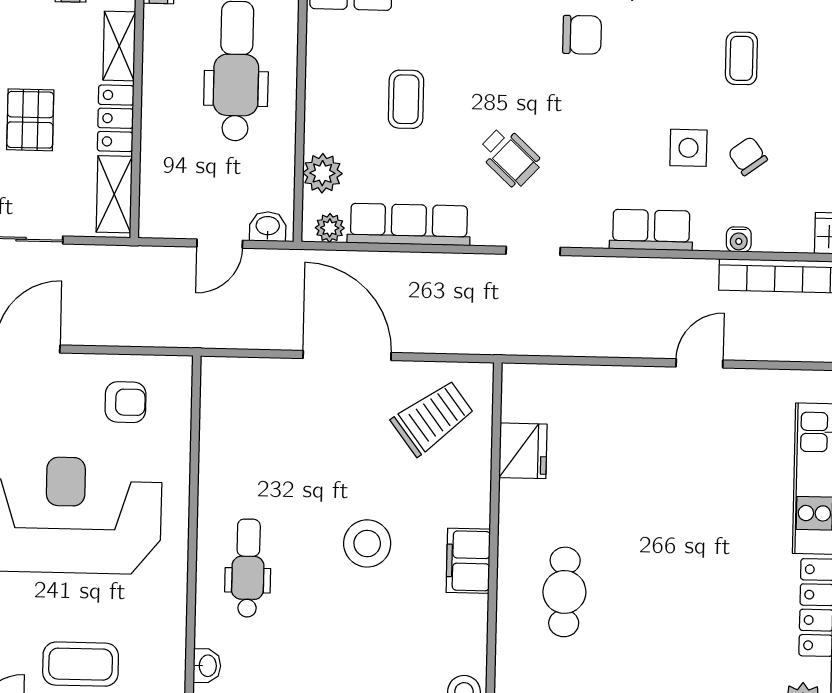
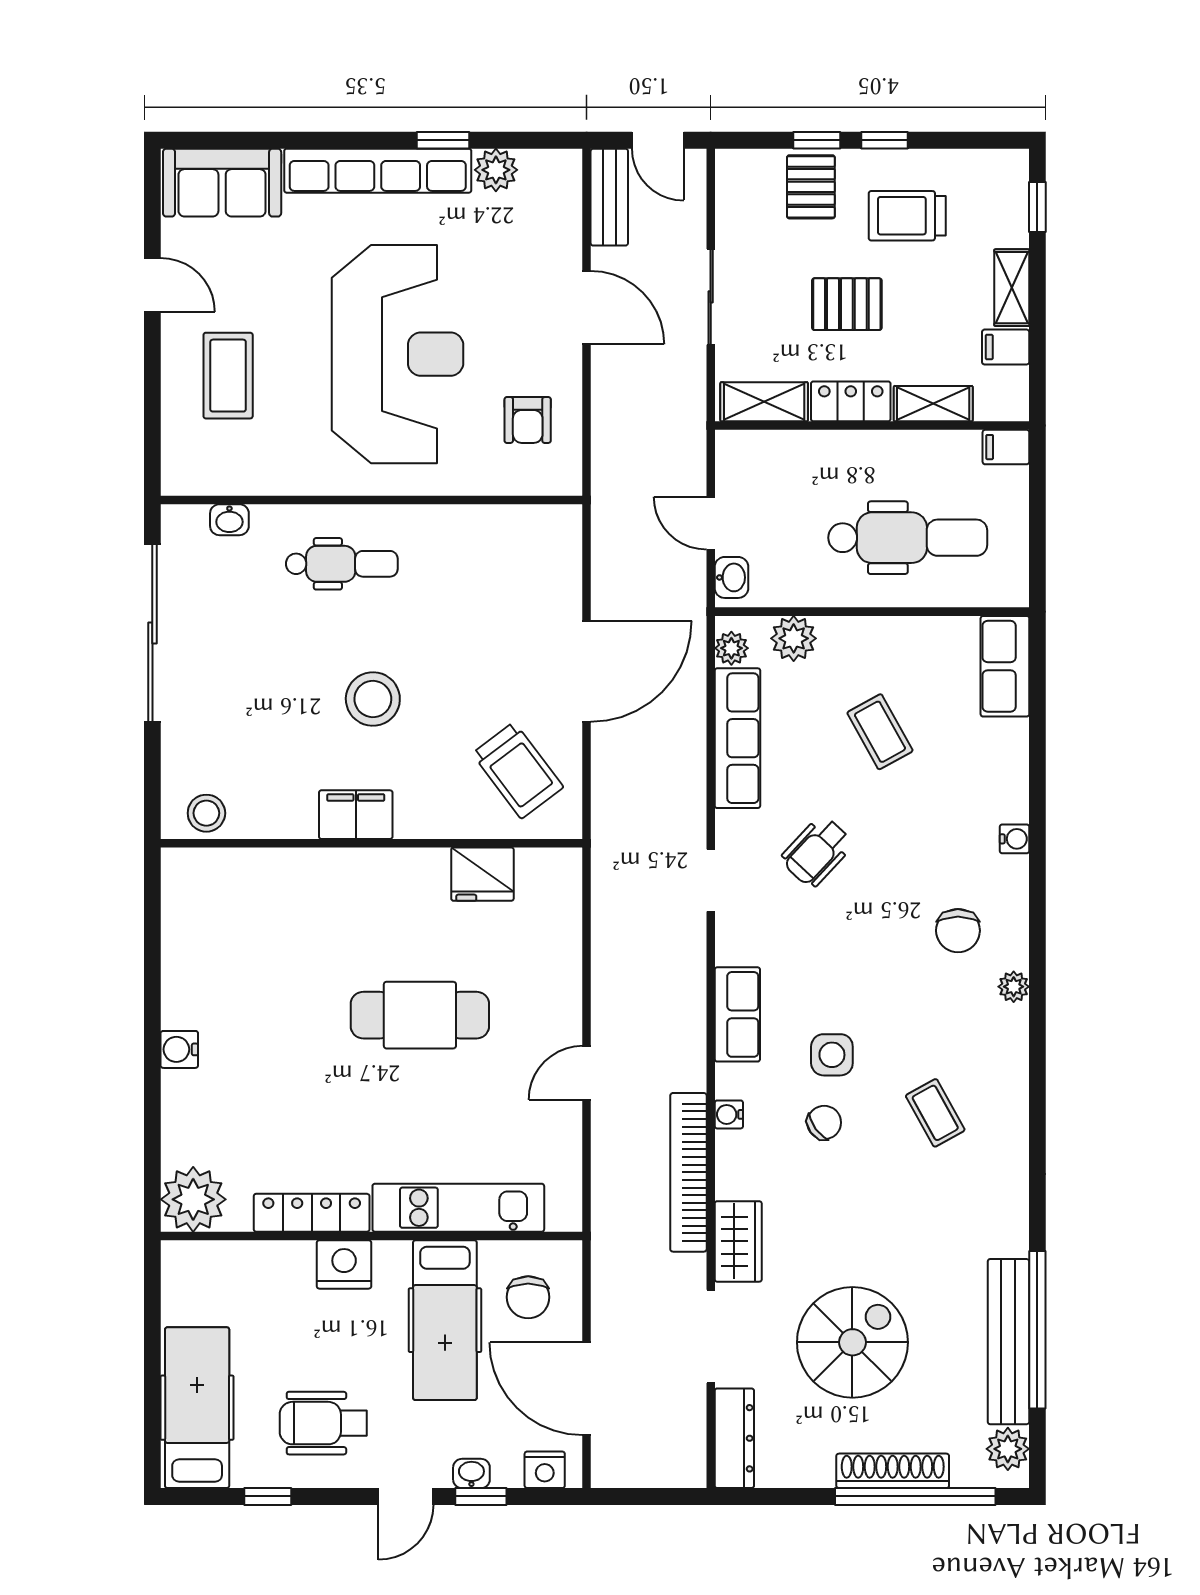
coffee table: (741, 58) -> (935, 1113), turned 61
coffee table: (406, 99) -> (880, 732), turned 61
door: (699, 363) -> (587, 1073), swing flipped
cafe table: (564, 592) -> (420, 1015), moved, width x1.37, depth x1.35

